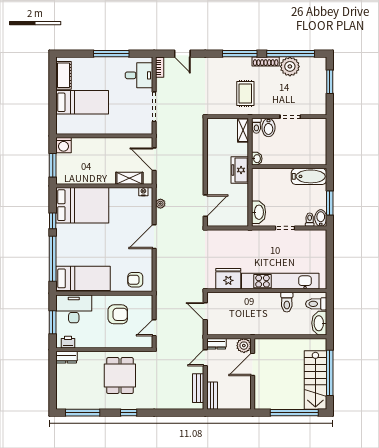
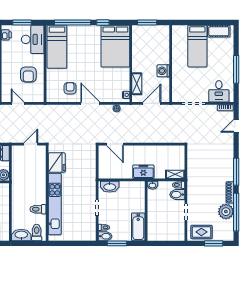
rug: (245, 94) -> (201, 232), moved
washing machine: (64, 145) -> (163, 71), moved
armchair: (135, 280) -> (70, 88), moved

